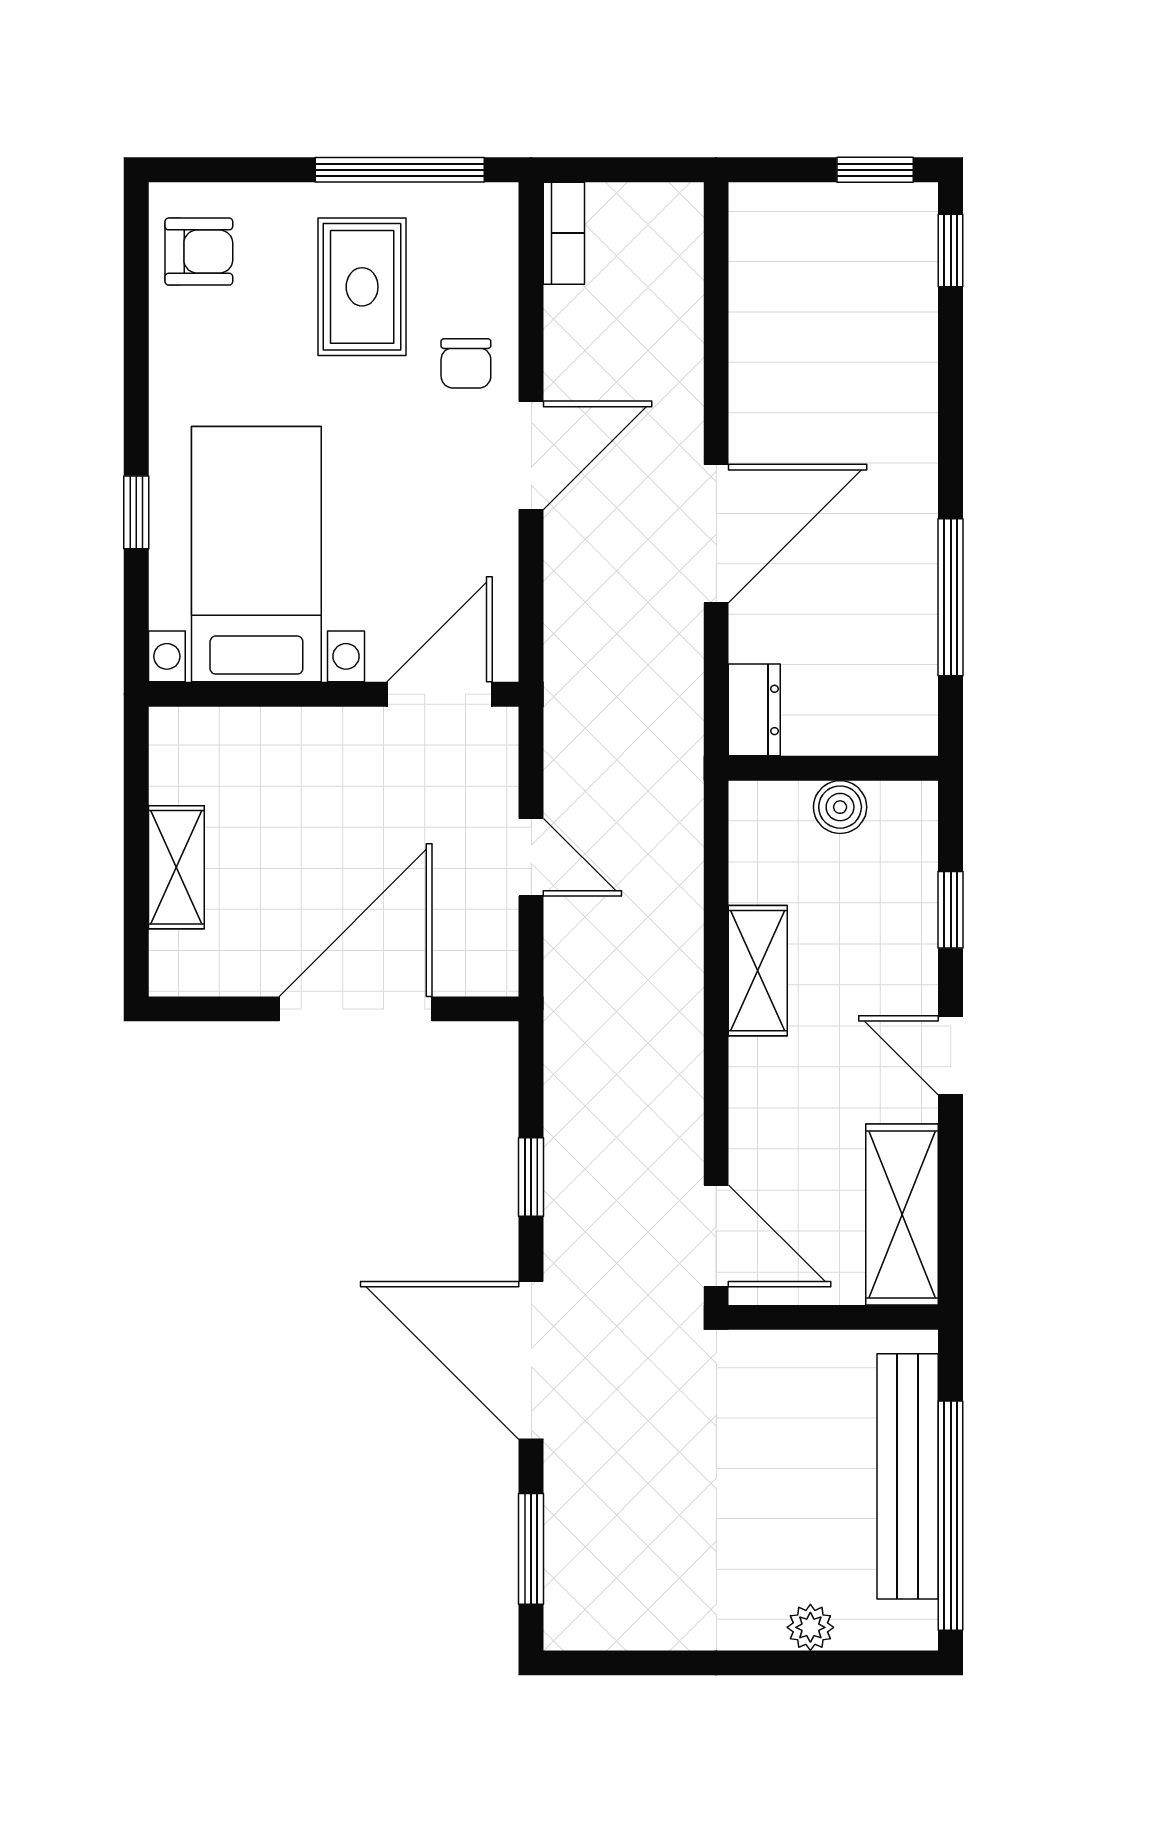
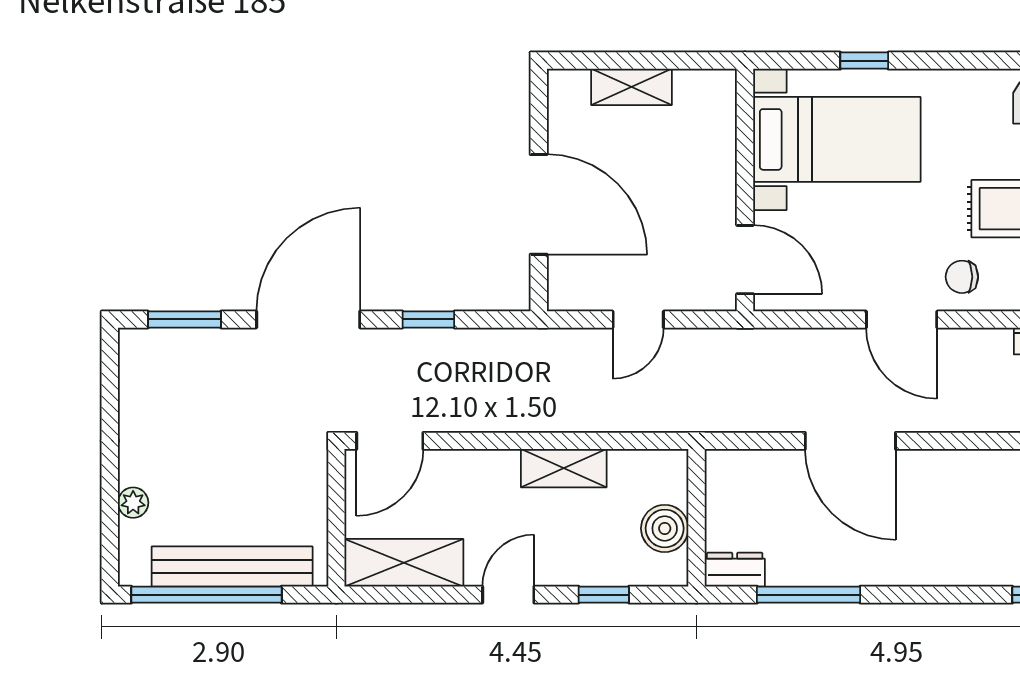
dresser: (754, 710) -> (735, 570), moved, turned 180
boiler: (840, 807) -> (665, 528), width x1.36, depth x1.36

